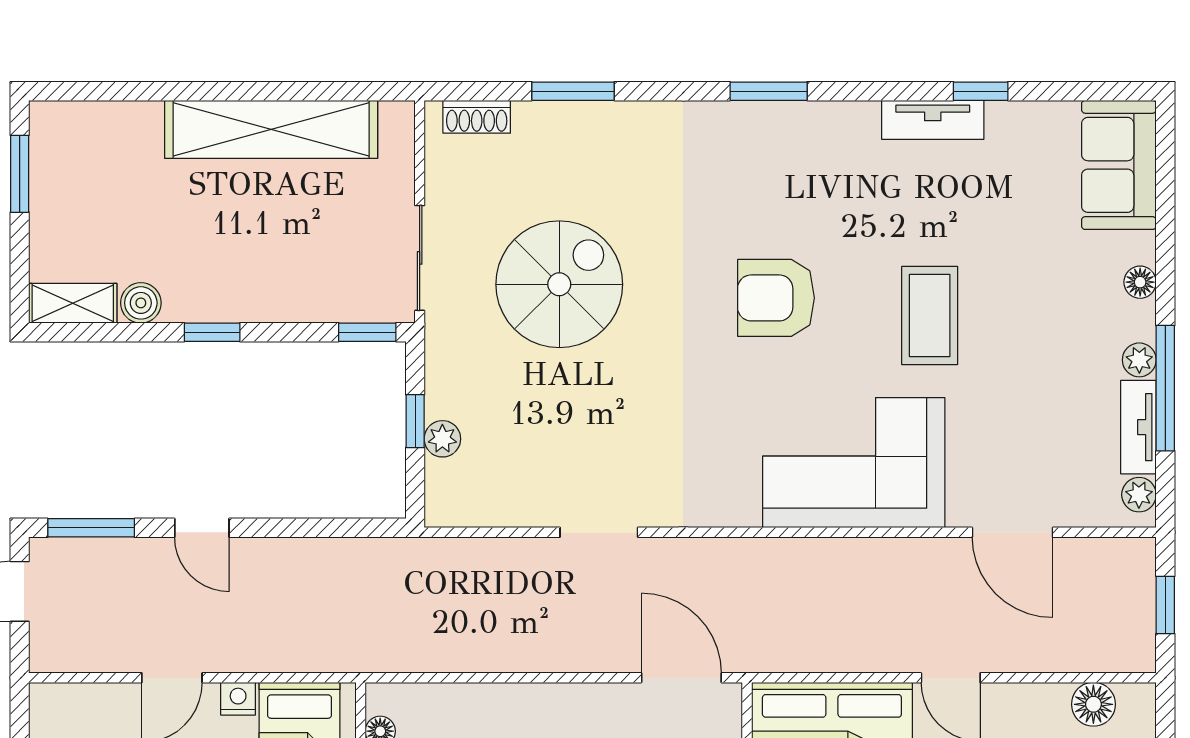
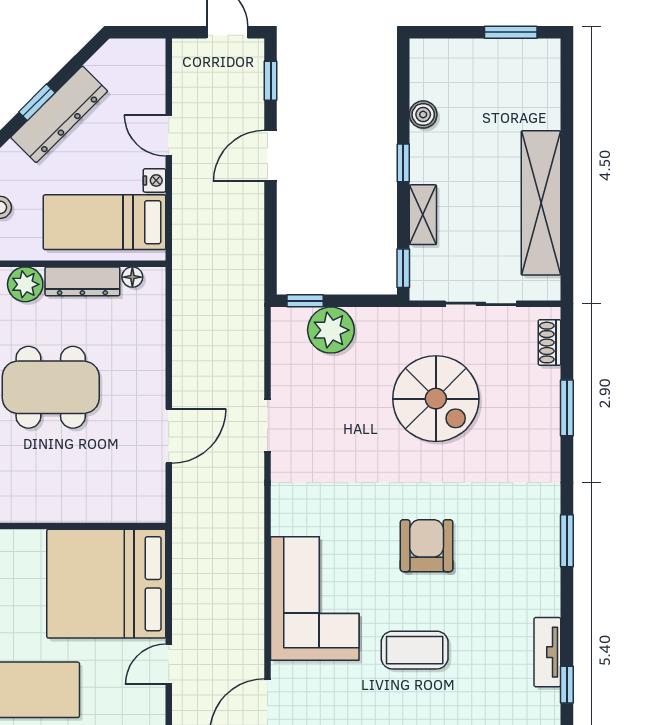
sliding door: (420, 258) -> (481, 304), moved
shelving: (73, 303) -> (423, 215), moved
window: (415, 421) -> (305, 301), moved
plant: (442, 439) -> (331, 330), width x1.87, depth x1.87
window: (91, 528) -> (271, 81), width x0.67
door: (202, 528) -> (271, 156), width x1.38
door: (681, 678) -> (169, 436), moved

